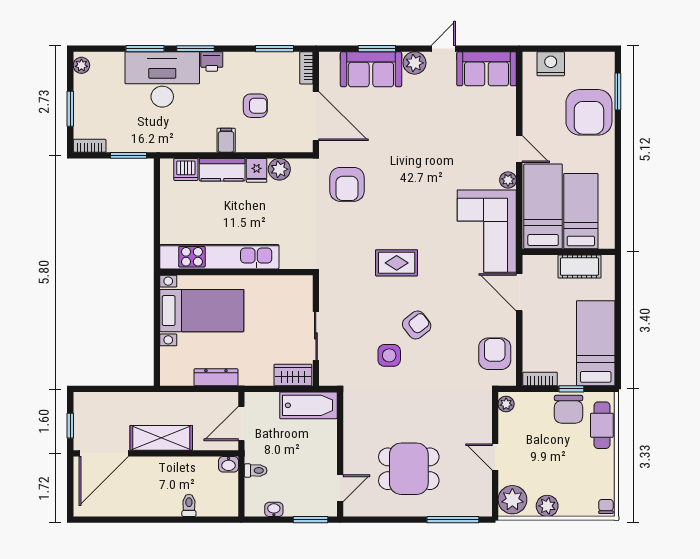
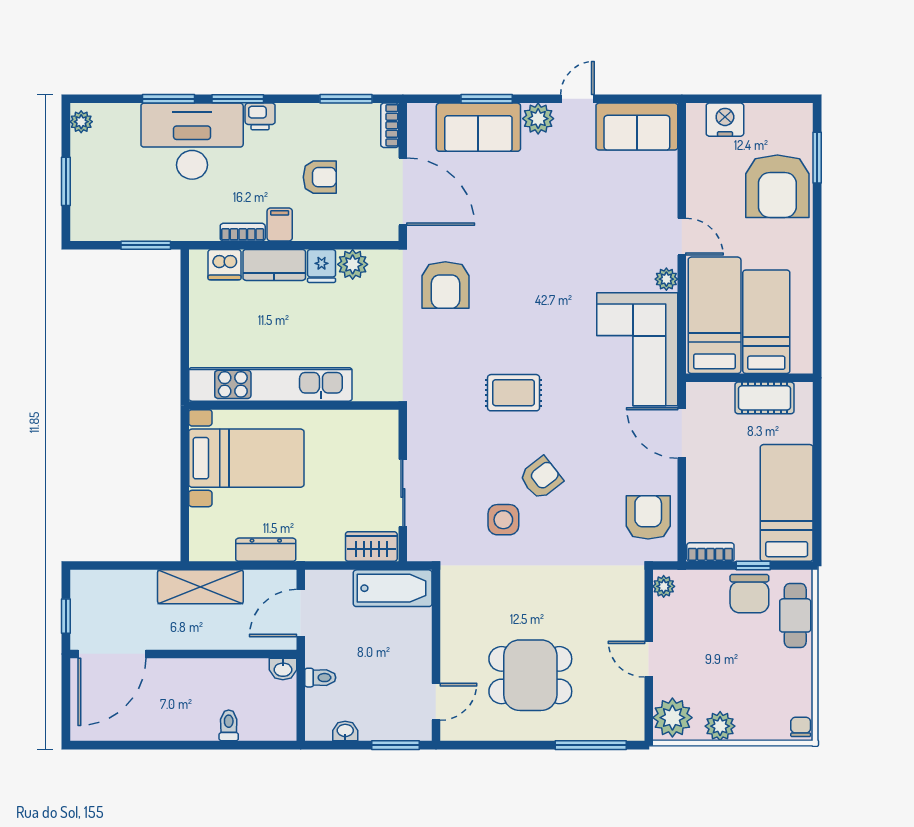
bookcase: (90, 146) -> (243, 232), moved
shelving: (161, 438) -> (200, 587), moved

